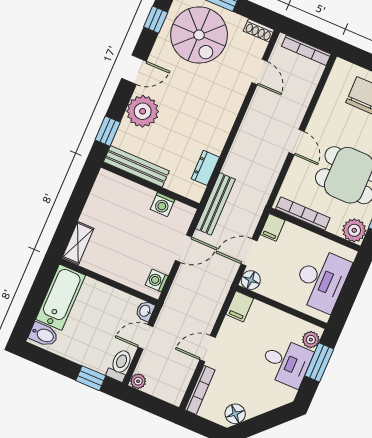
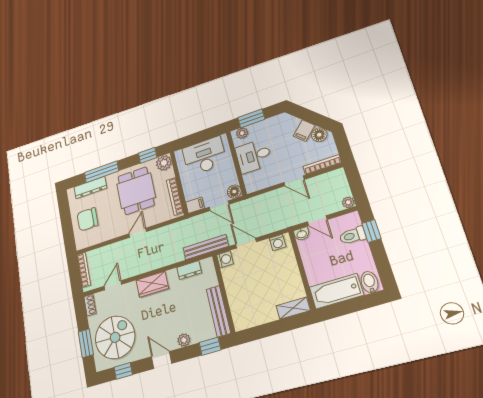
plant: (143, 111) -> (184, 340), width x0.53, depth x0.53
wardrobe: (223, 117) -> (152, 284), added
washing machine: (163, 204) -> (225, 259), moved
filing cabinet: (240, 306) -> (304, 131), moved, turned 135
desk: (286, 362) -> (254, 156), moved, turned -90
toilet: (120, 365) -> (353, 236), moved

